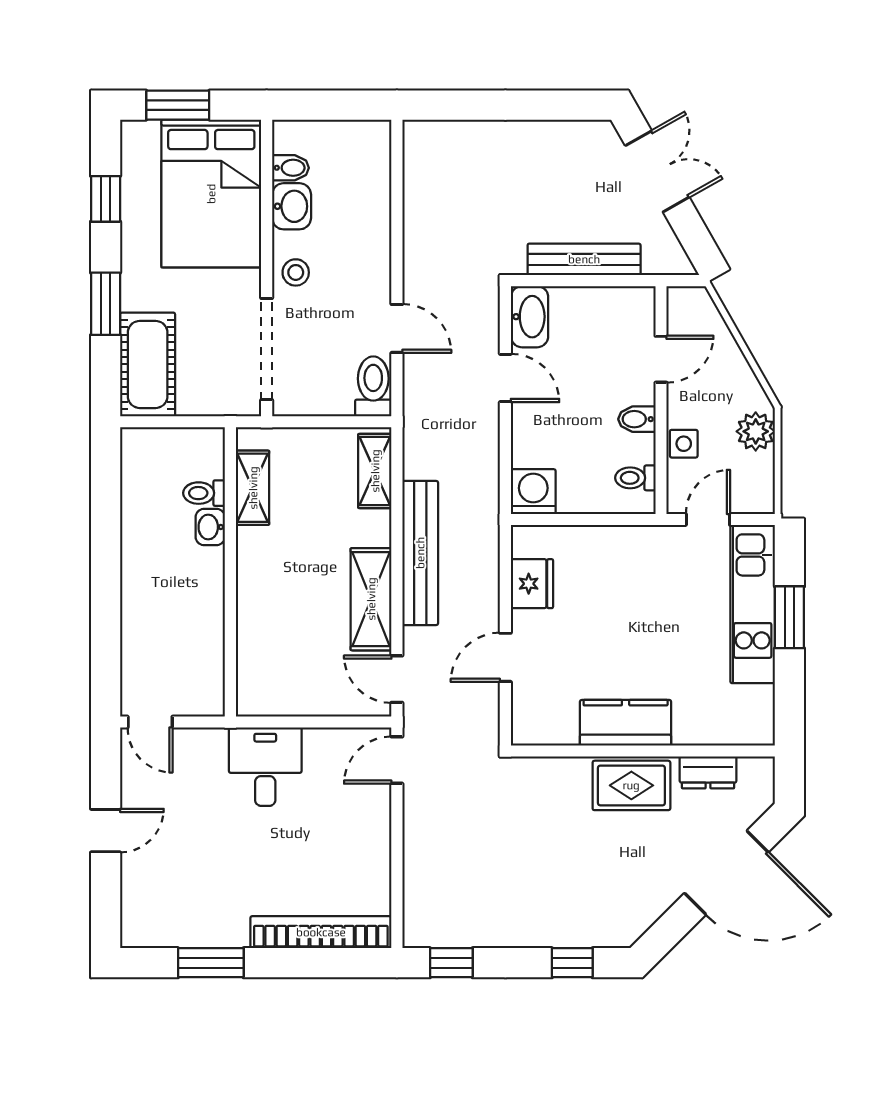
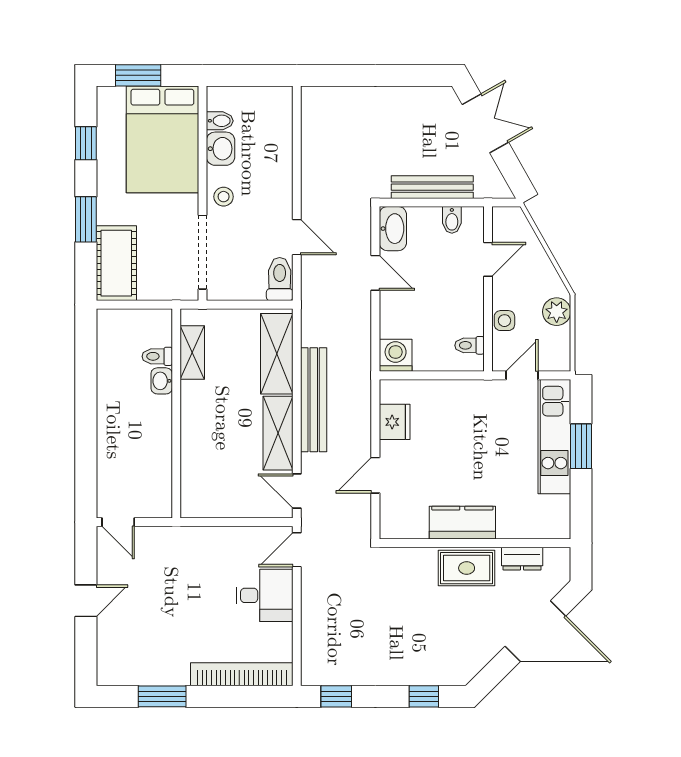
bidet: (637, 419) -> (452, 220), moved, turned -90
shelving: (375, 471) -> (277, 354), width x1.50, depth x1.33
desk: (265, 767) -> (264, 595), moved, turned 90

